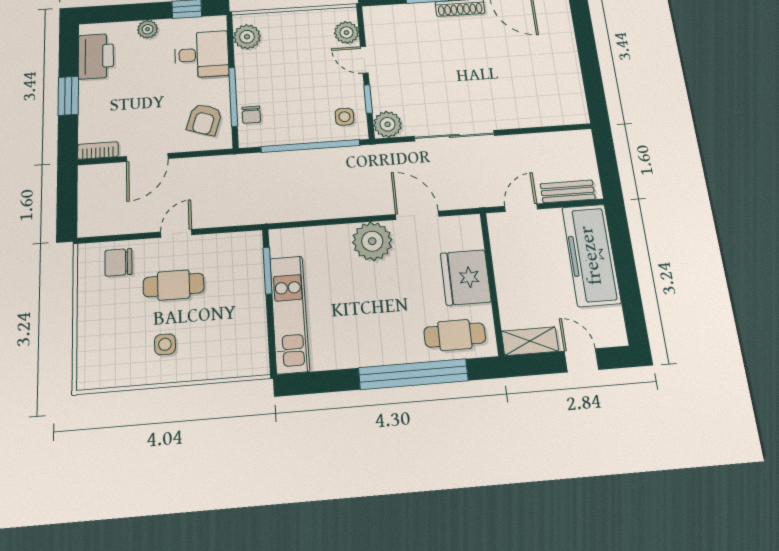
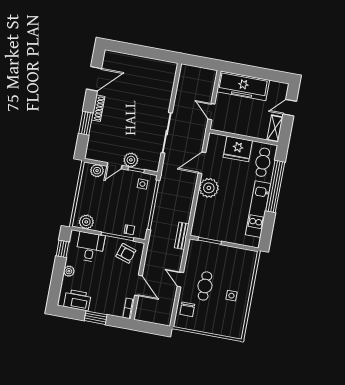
plant: (388, 124) -> (131, 160), moved
bench: (568, 191) -> (182, 236), moved
kitchen unit: (289, 314) -> (258, 209), moved, turned -90

